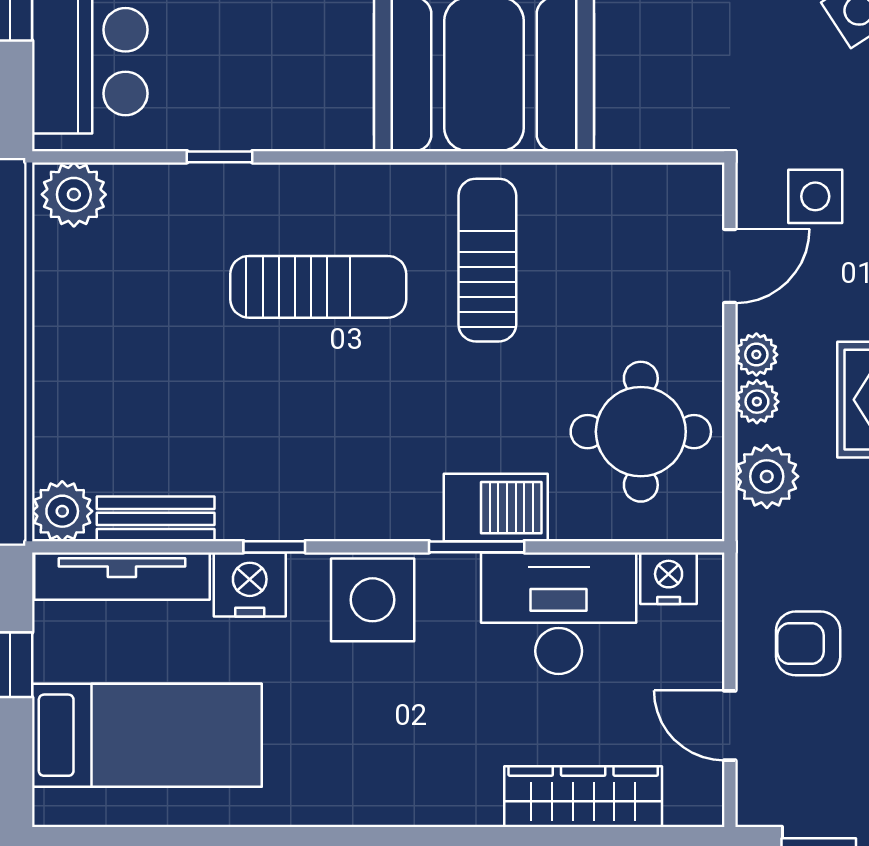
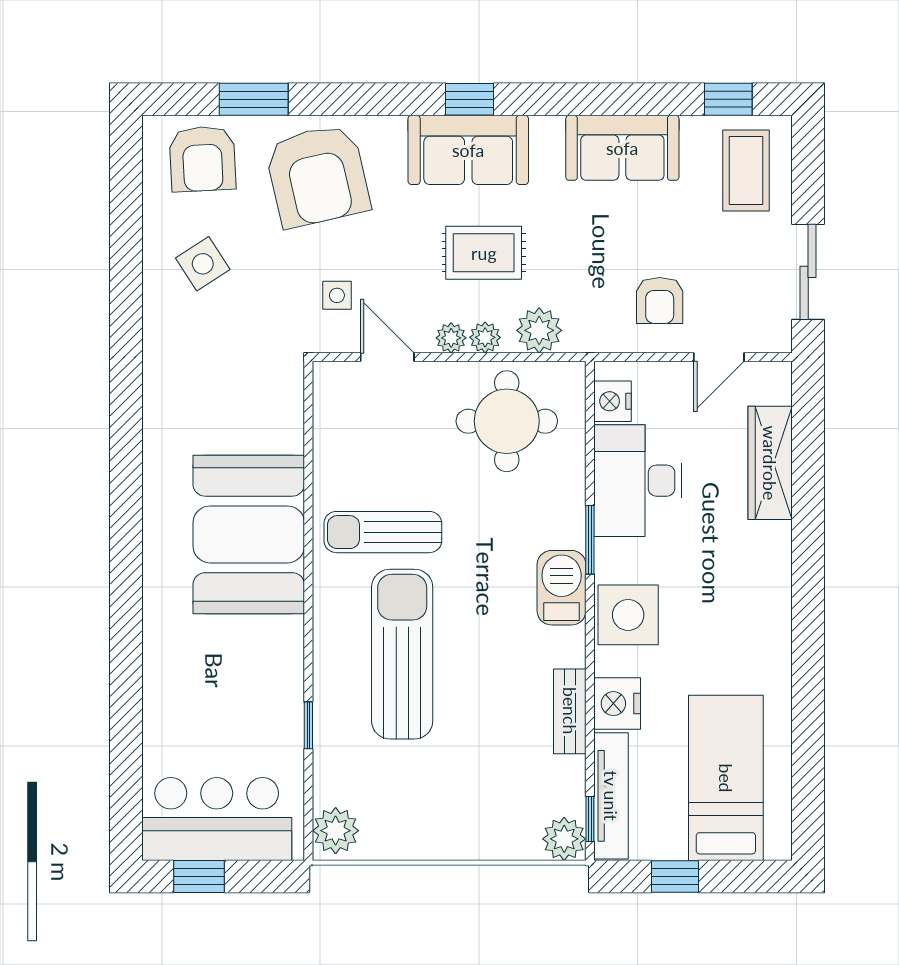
side table: (815, 196) -> (337, 295), width x0.73, depth x0.73
sun lounger: (318, 287) -> (402, 654), width x1.36, depth x1.34
barbecue: (496, 508) -> (562, 588), moved
bench: (156, 519) -> (570, 711), moved
window: (274, 547) -> (590, 819), moved

